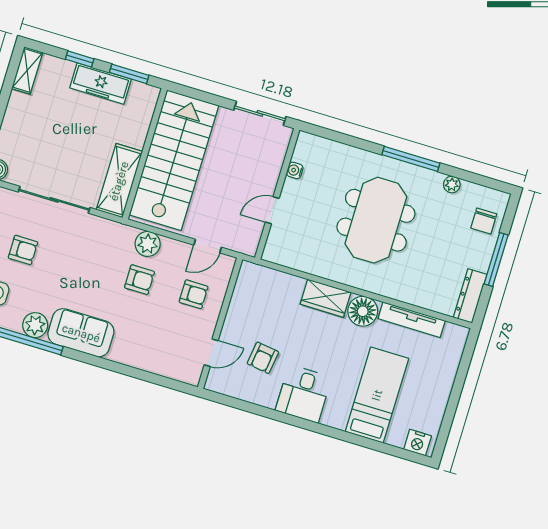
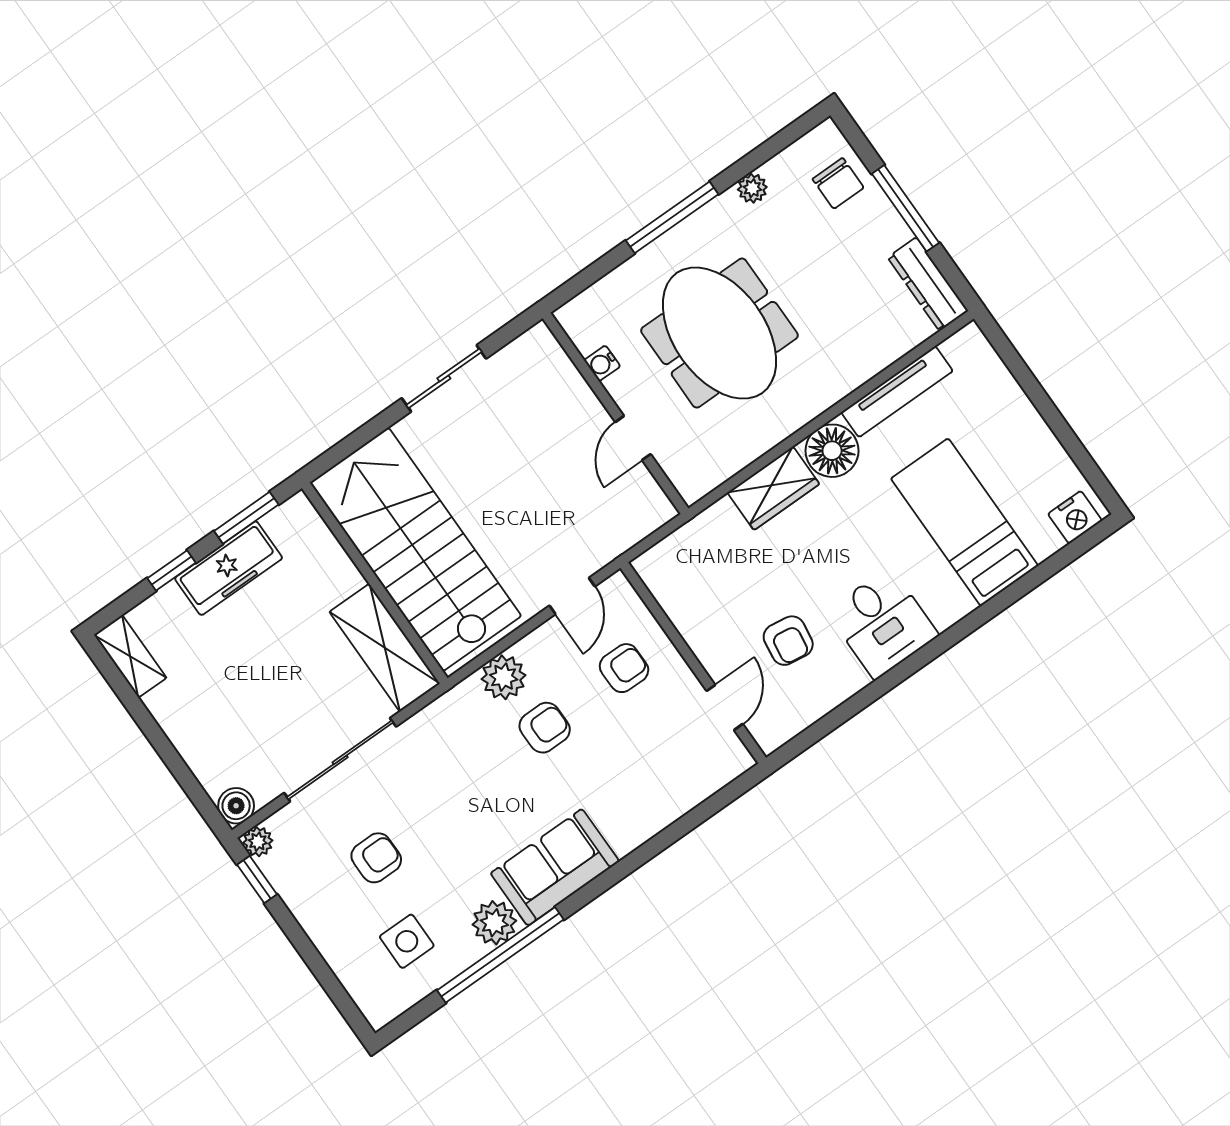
water cooler: (295, 170) -> (602, 363), moved
wall: (277, 194) -> (616, 413), moved
door: (272, 210) -> (633, 438), moved

